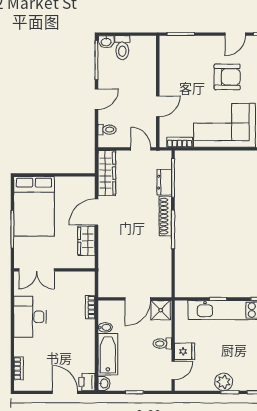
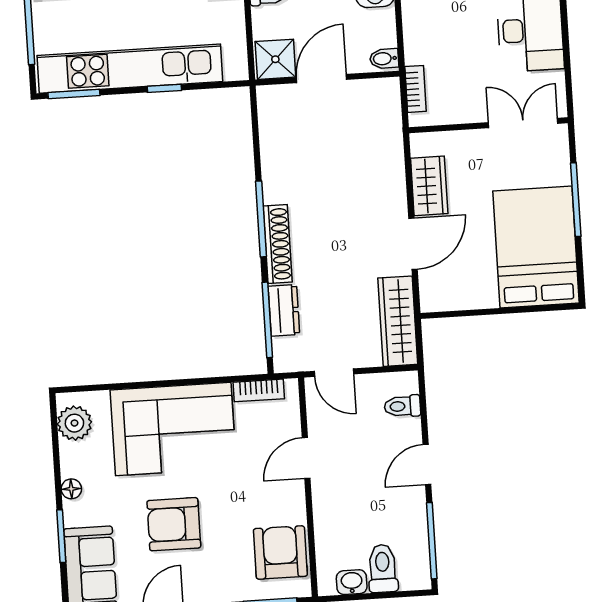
washbasin: (106, 42) -> (352, 582), moved
armchair: (174, 59) -> (280, 552), added
bookcase: (90, 307) -> (416, 89), moved
bidet: (105, 327) -> (384, 59), moved

